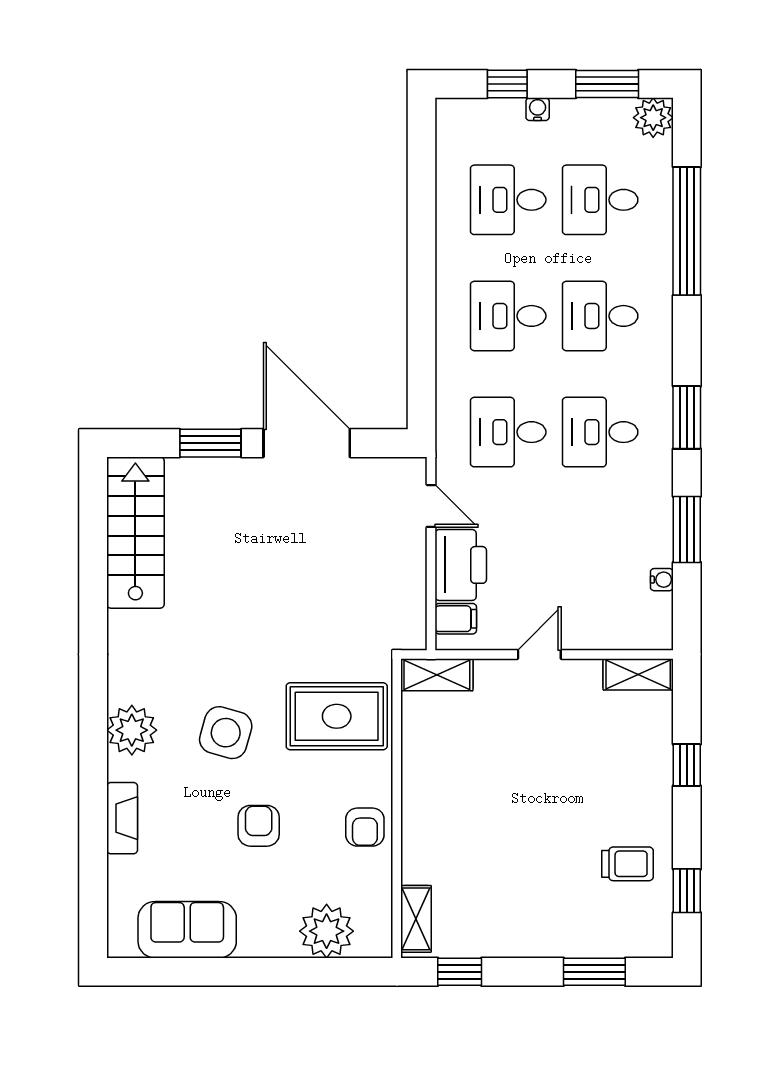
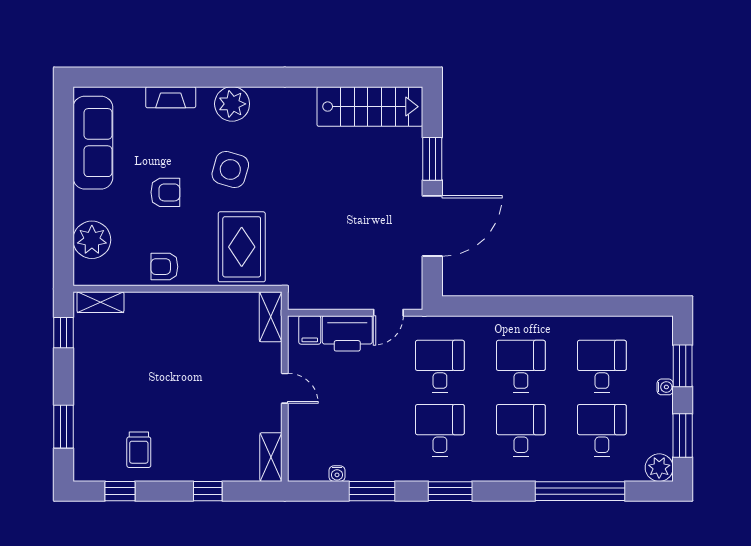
window: (507, 84) -> (683, 366), width x1.50
sofa: (187, 930) -> (93, 143), width x1.36

